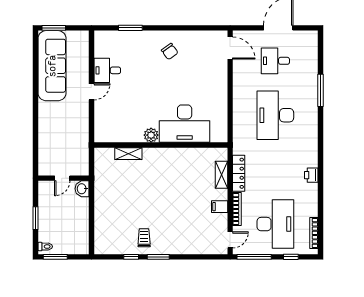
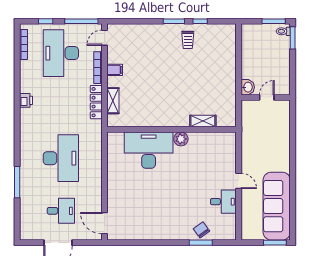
chair: (170, 51) -> (201, 230), moved
door: (91, 92) -> (239, 181), swing flipped
window: (35, 218) -> (293, 38), moved

